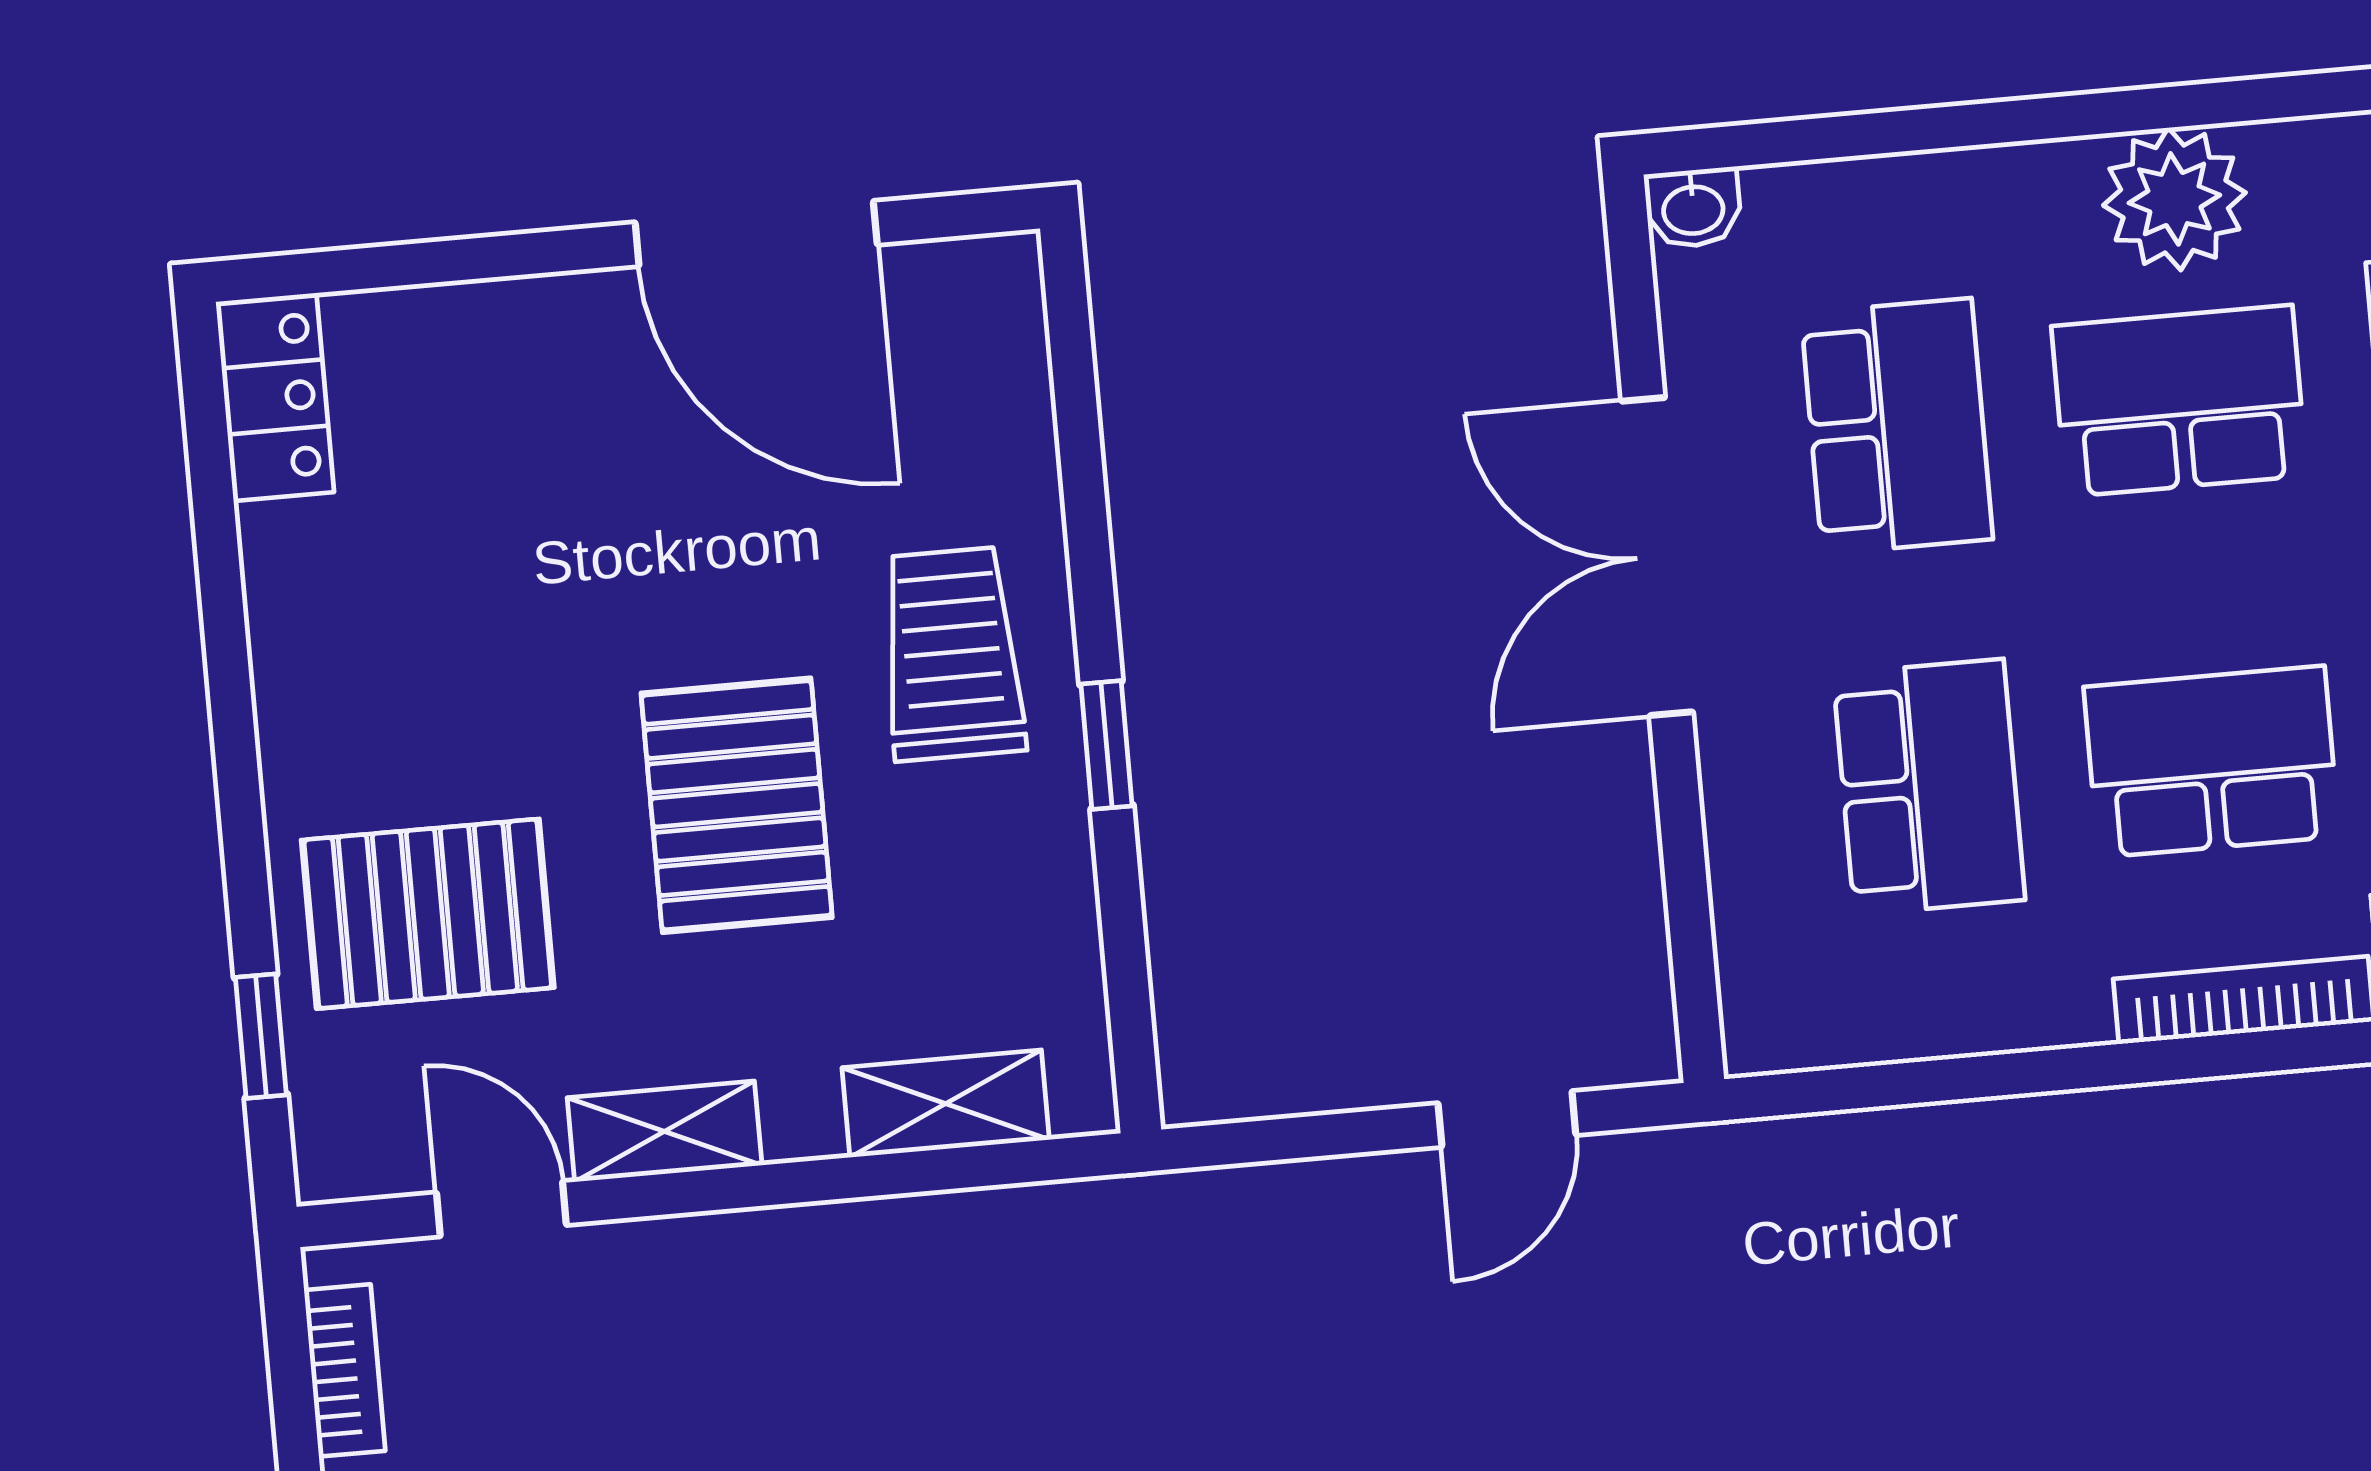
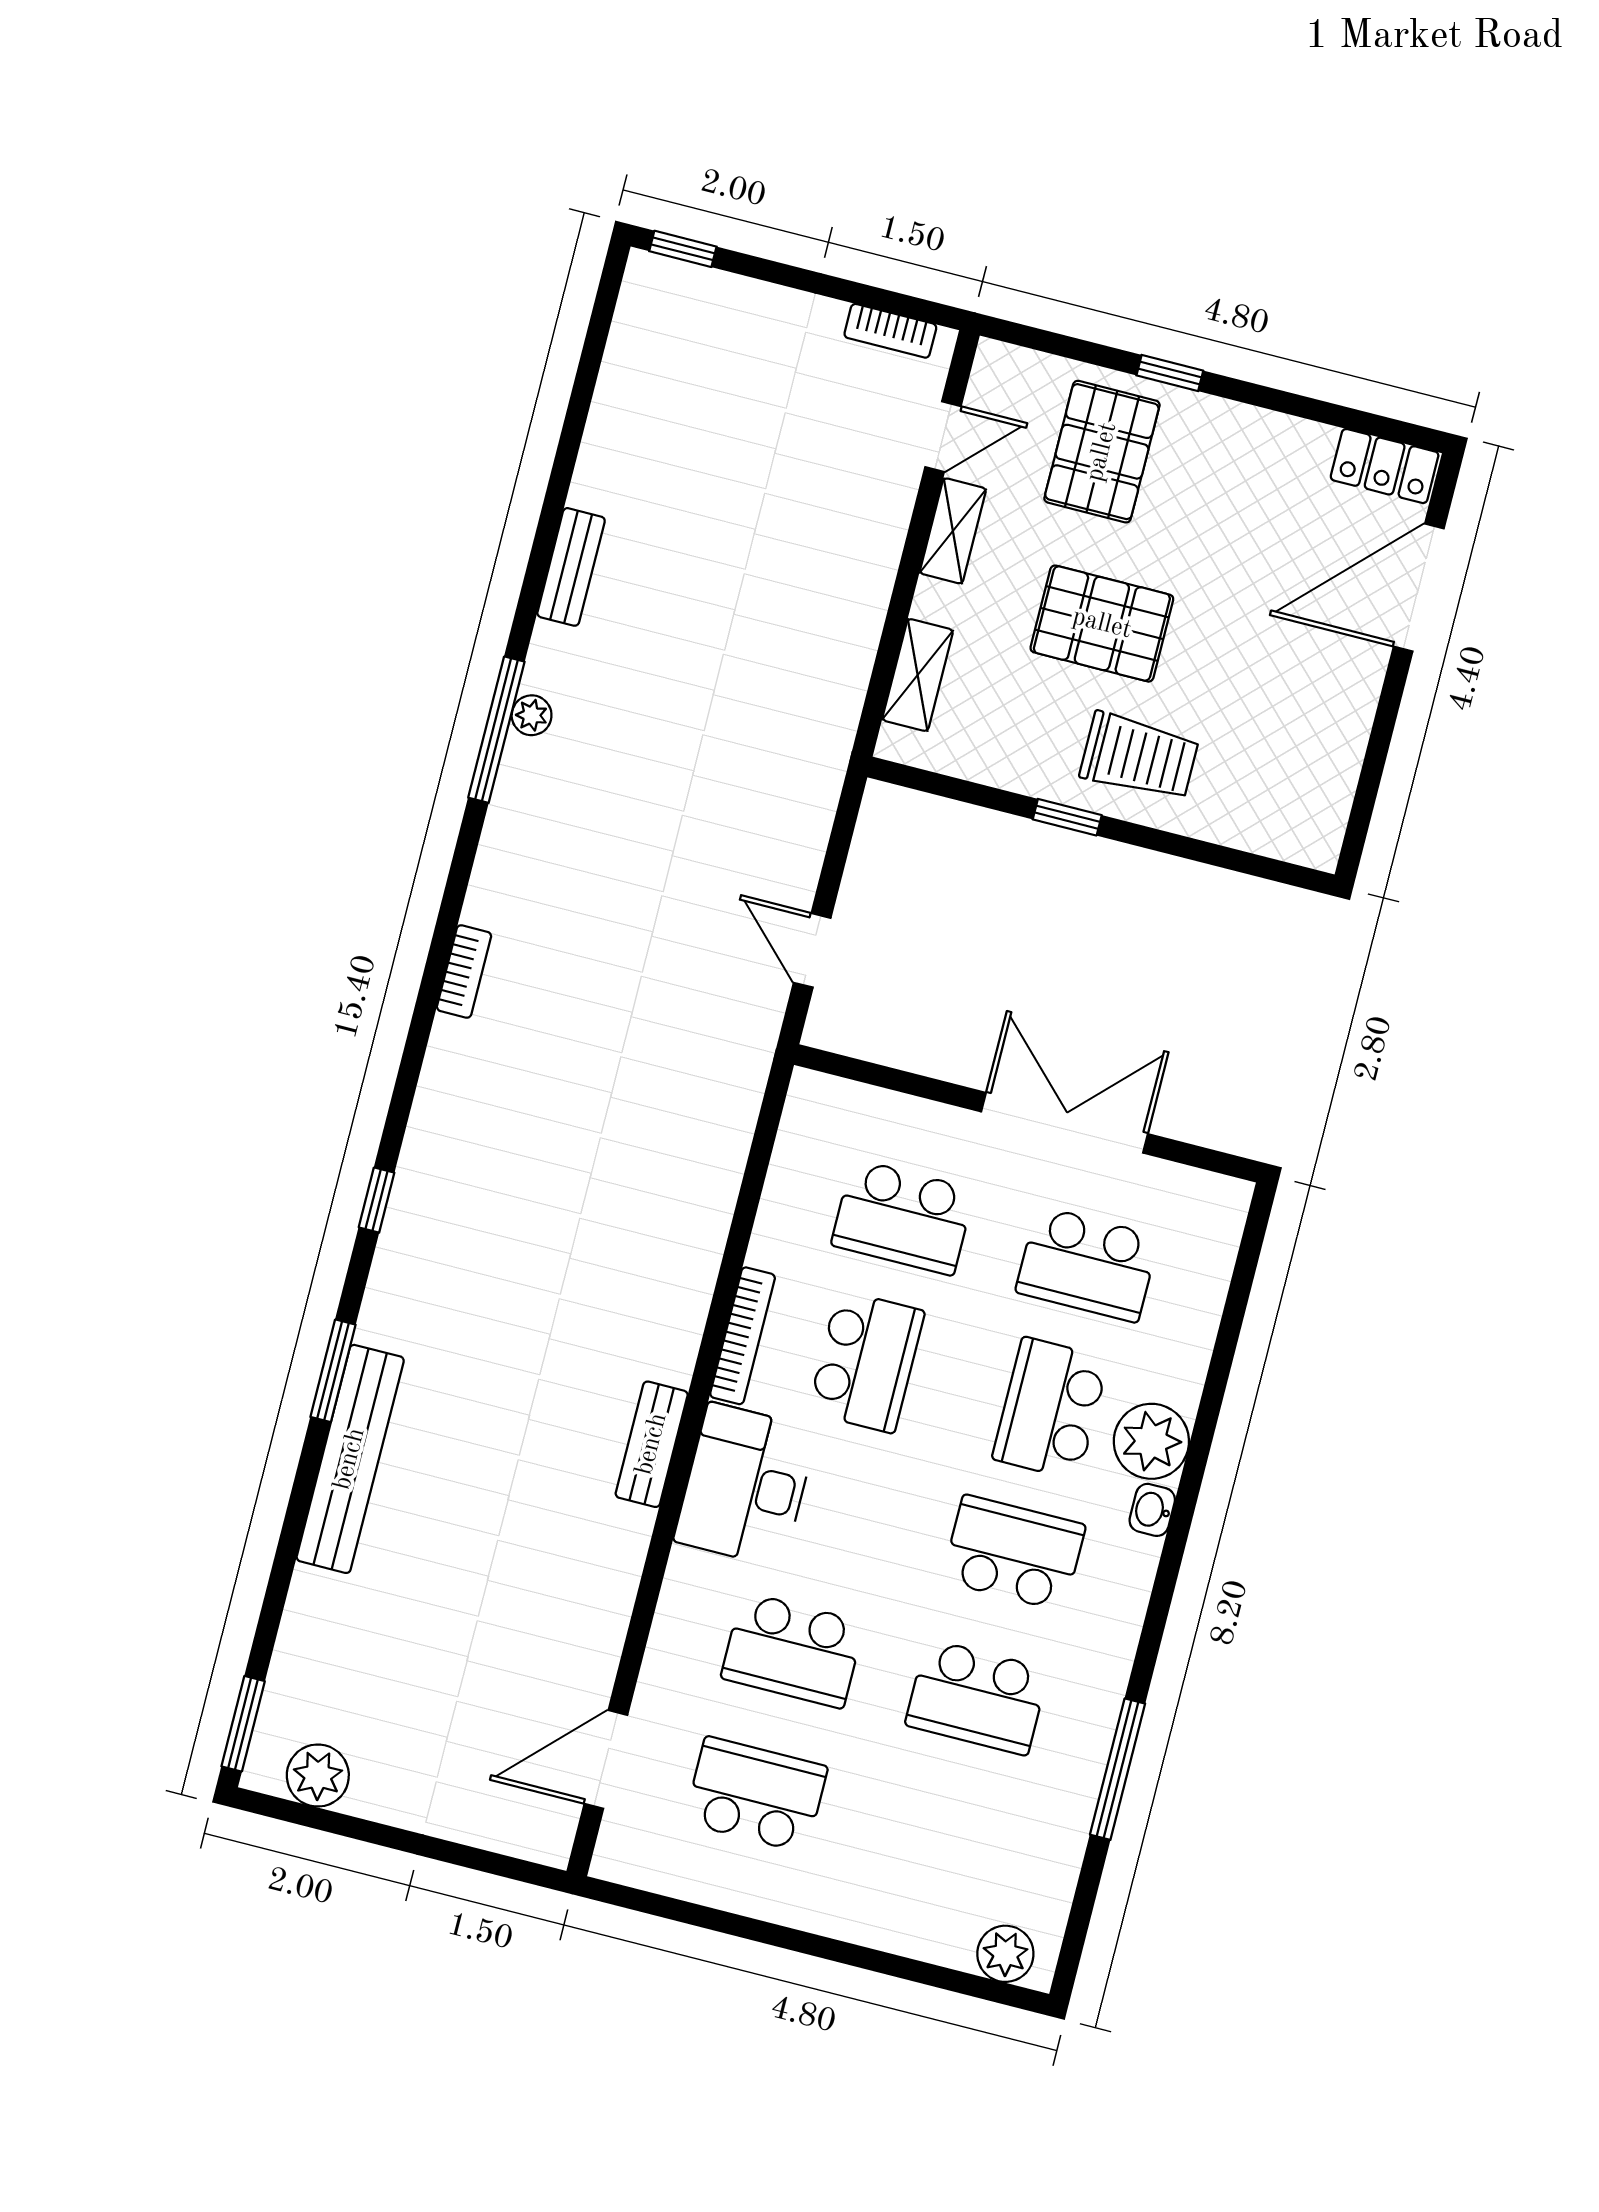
washbasin: (1693, 208) -> (1152, 1510), moved
door: (756, 233) -> (1419, 588), moved
school desk: (2179, 401) -> (1051, 1409), turned 180
window: (261, 1036) -> (1170, 373), moved

